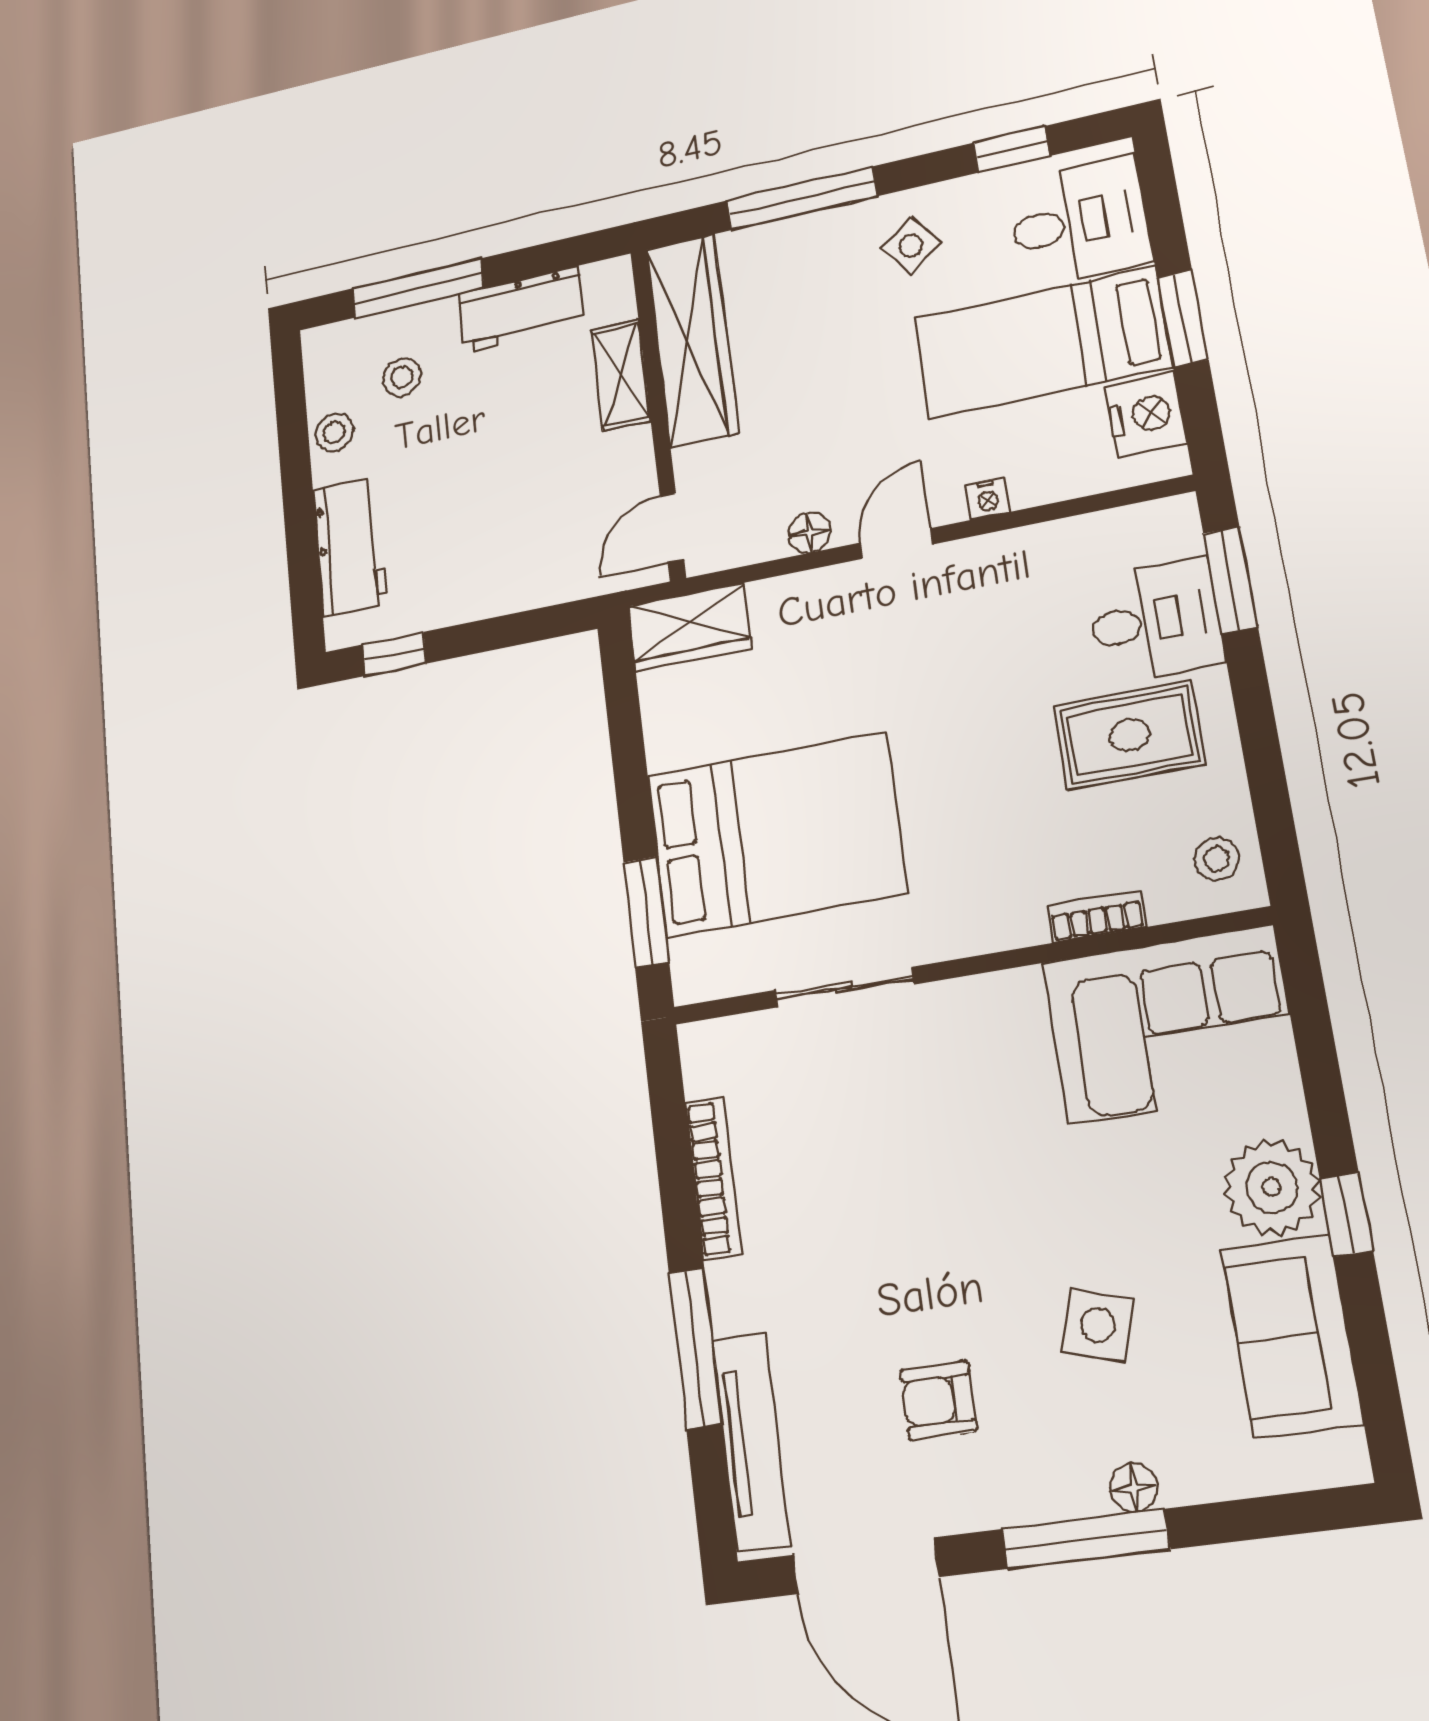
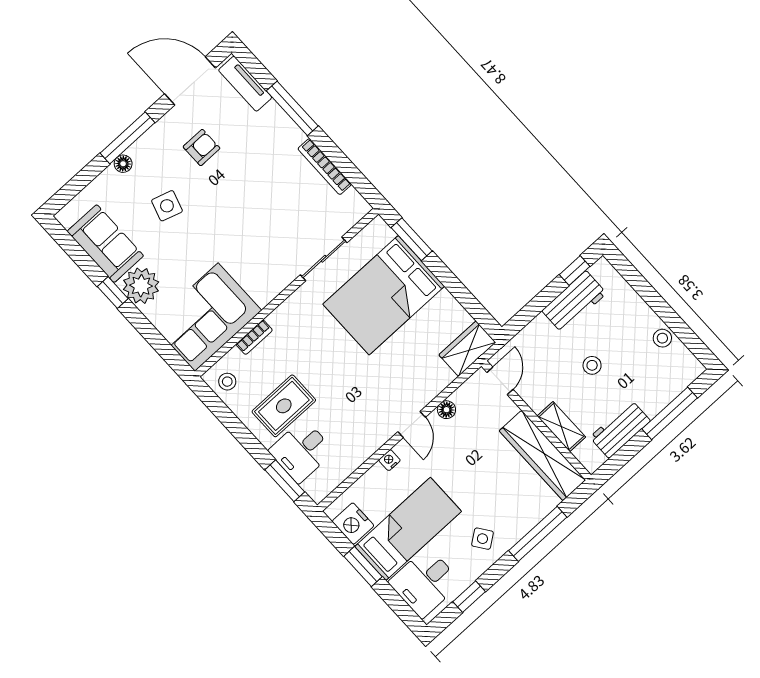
stool: (402, 377) -> (592, 365), moved
workbench: (351, 546) -> (574, 302), moved, turned -90
tv unit: (751, 1442) -> (245, 84), width x0.71

